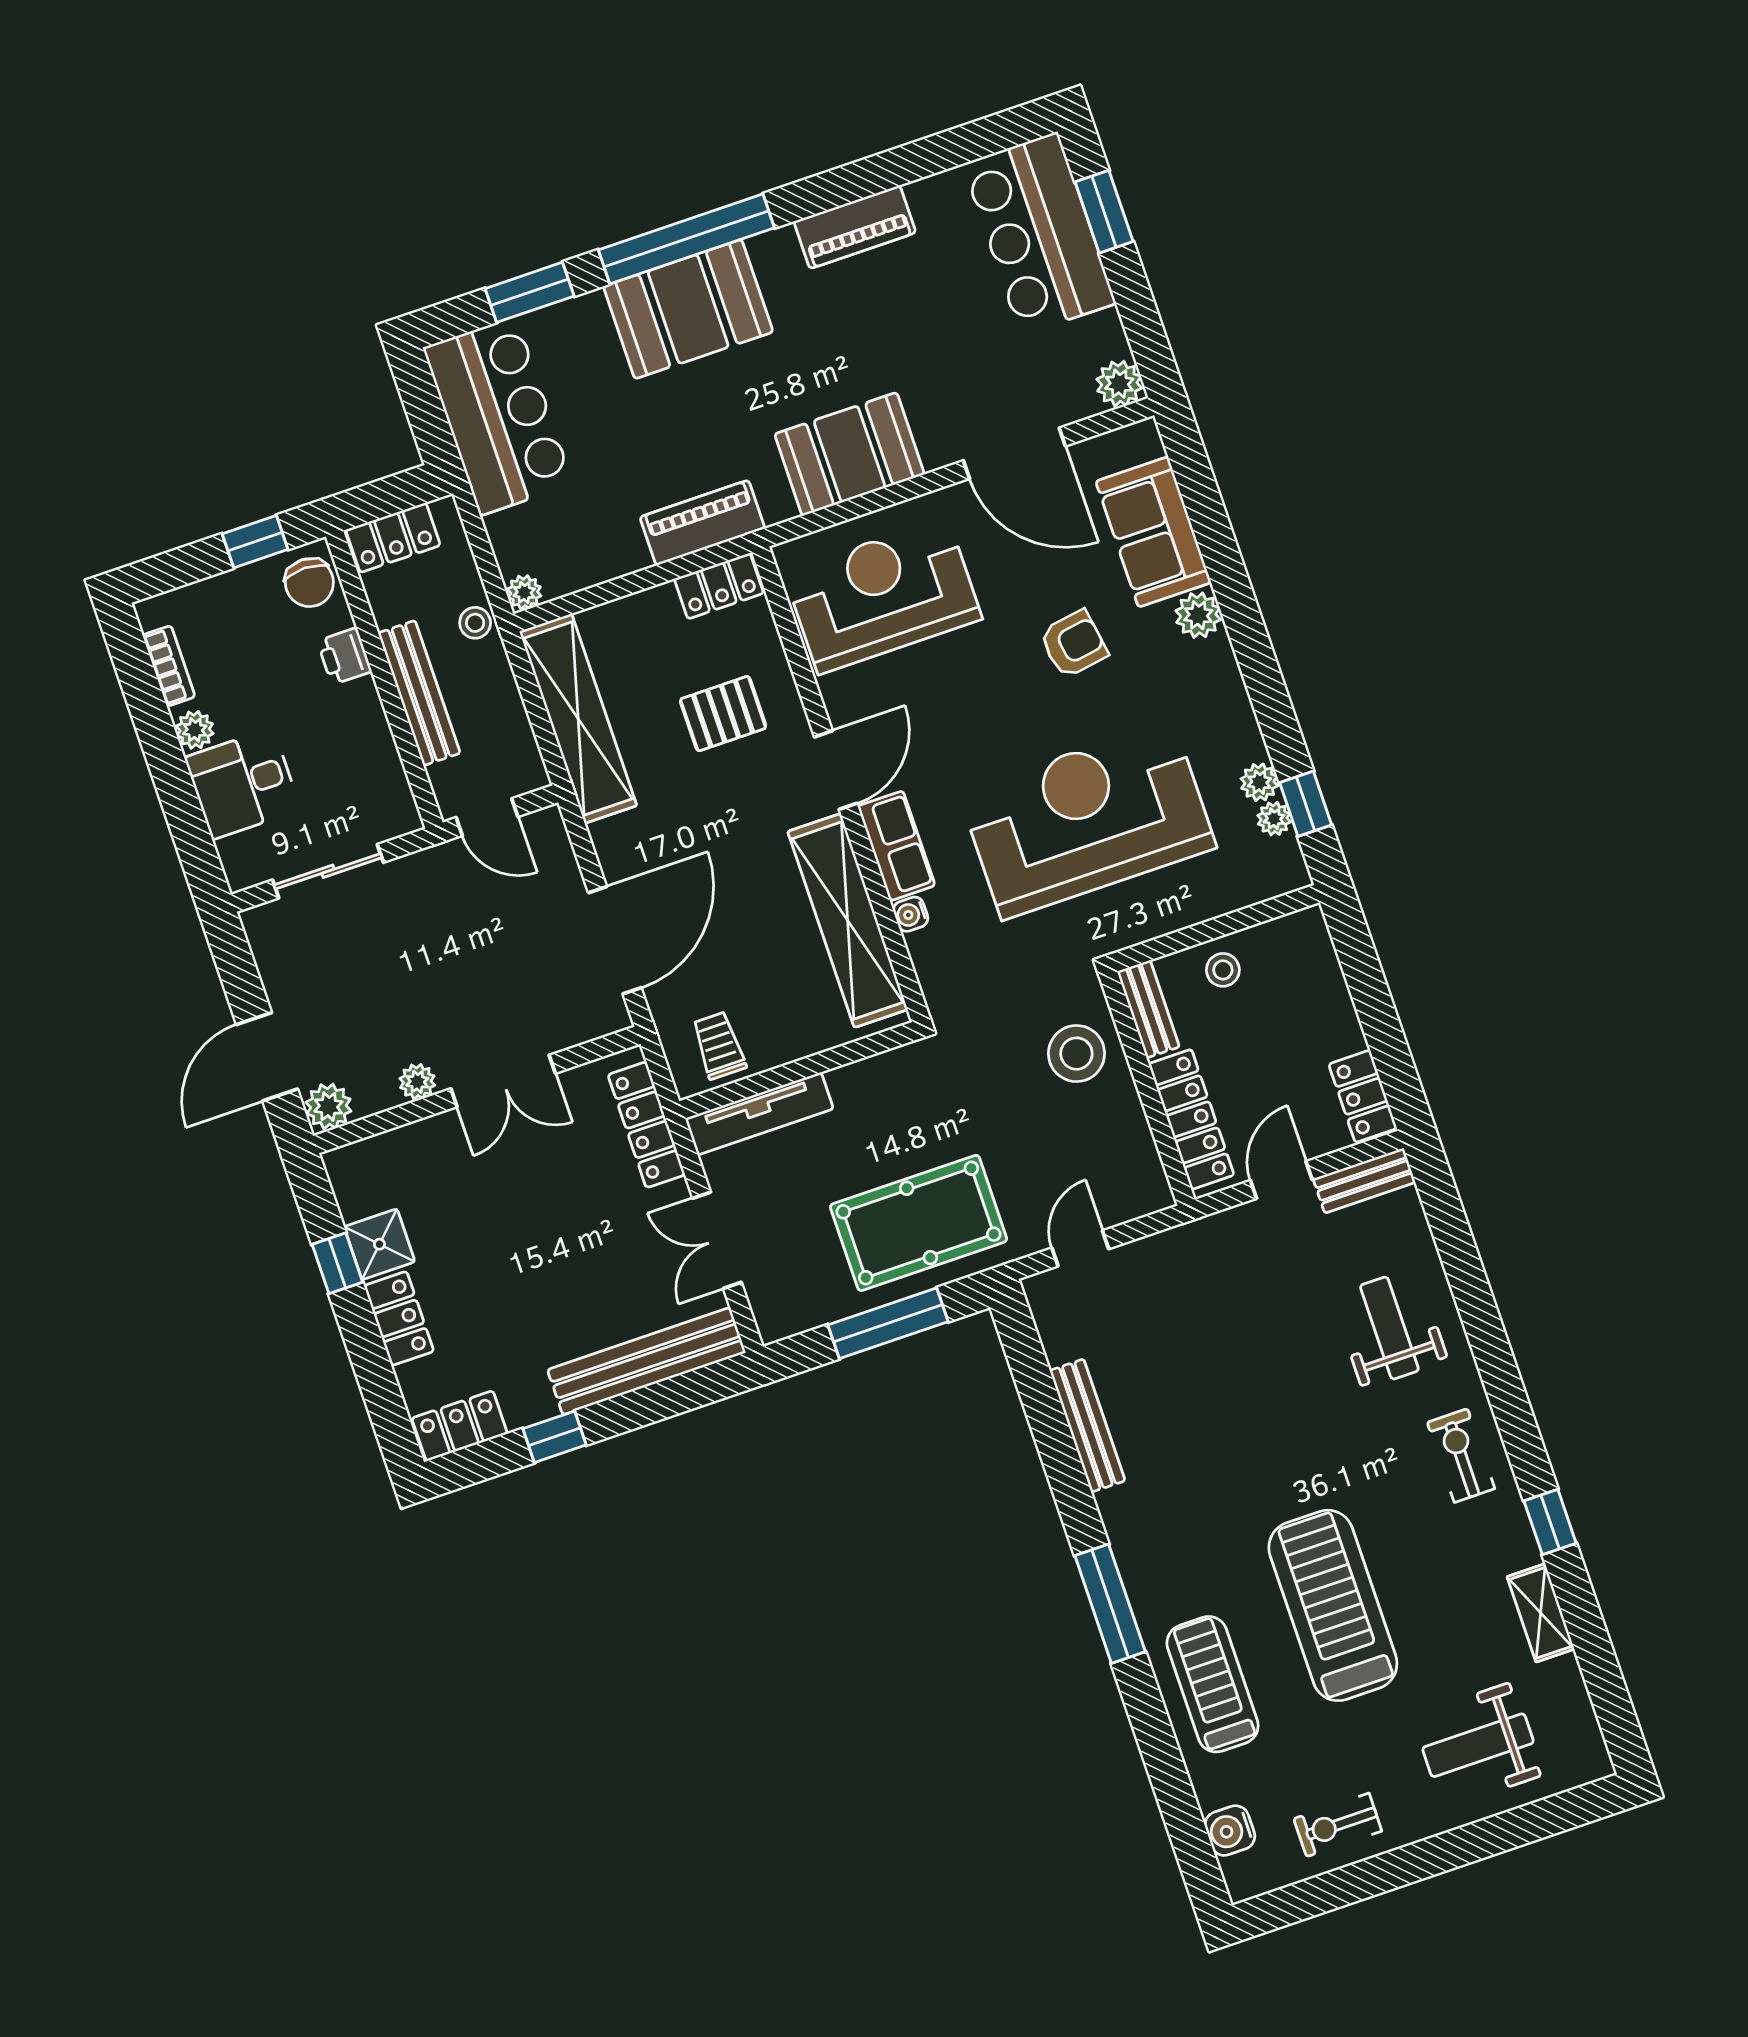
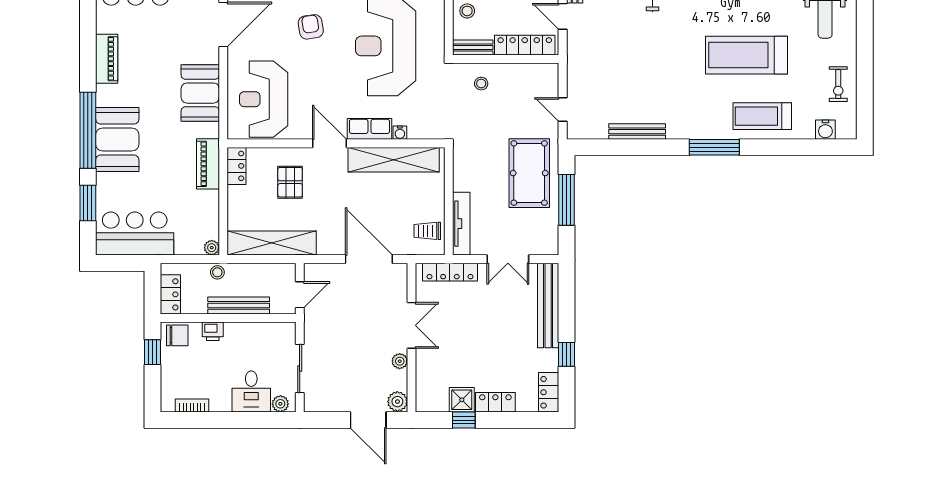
plant: (195, 730) -> (280, 404), moved
stool: (1076, 1054) -> (481, 84), width x0.53, depth x0.53

